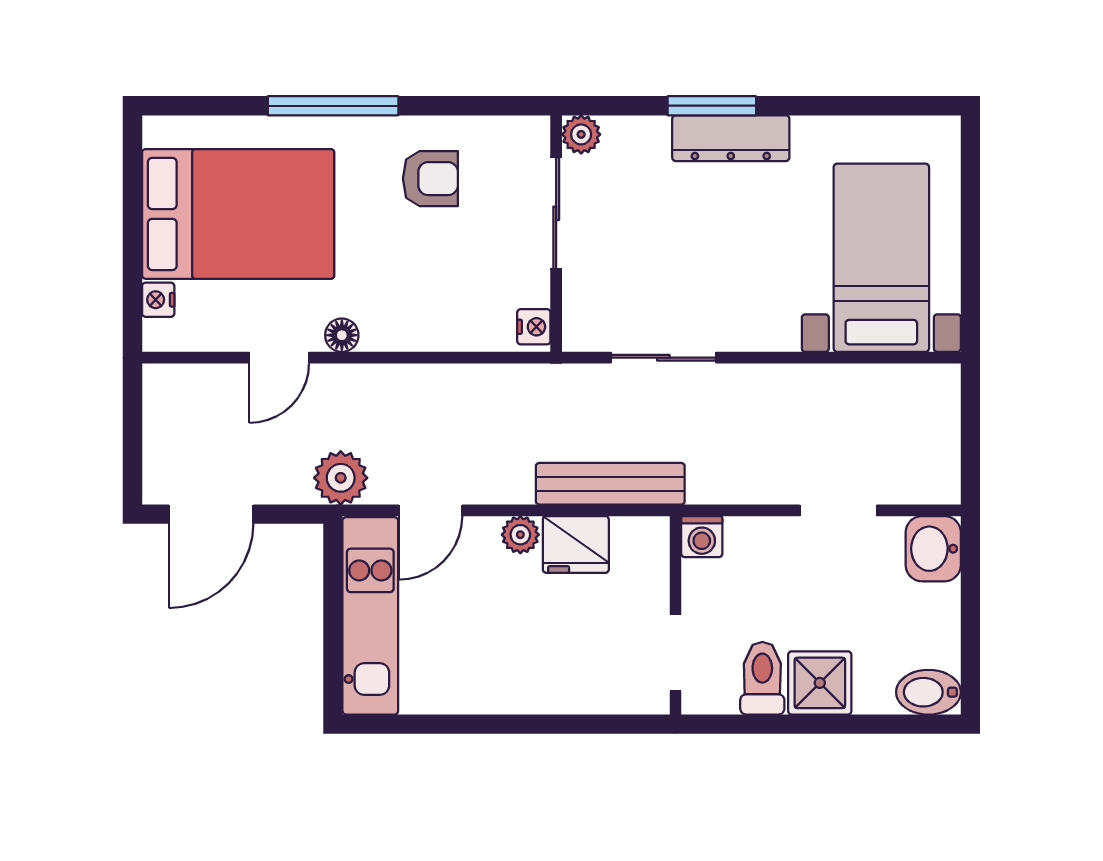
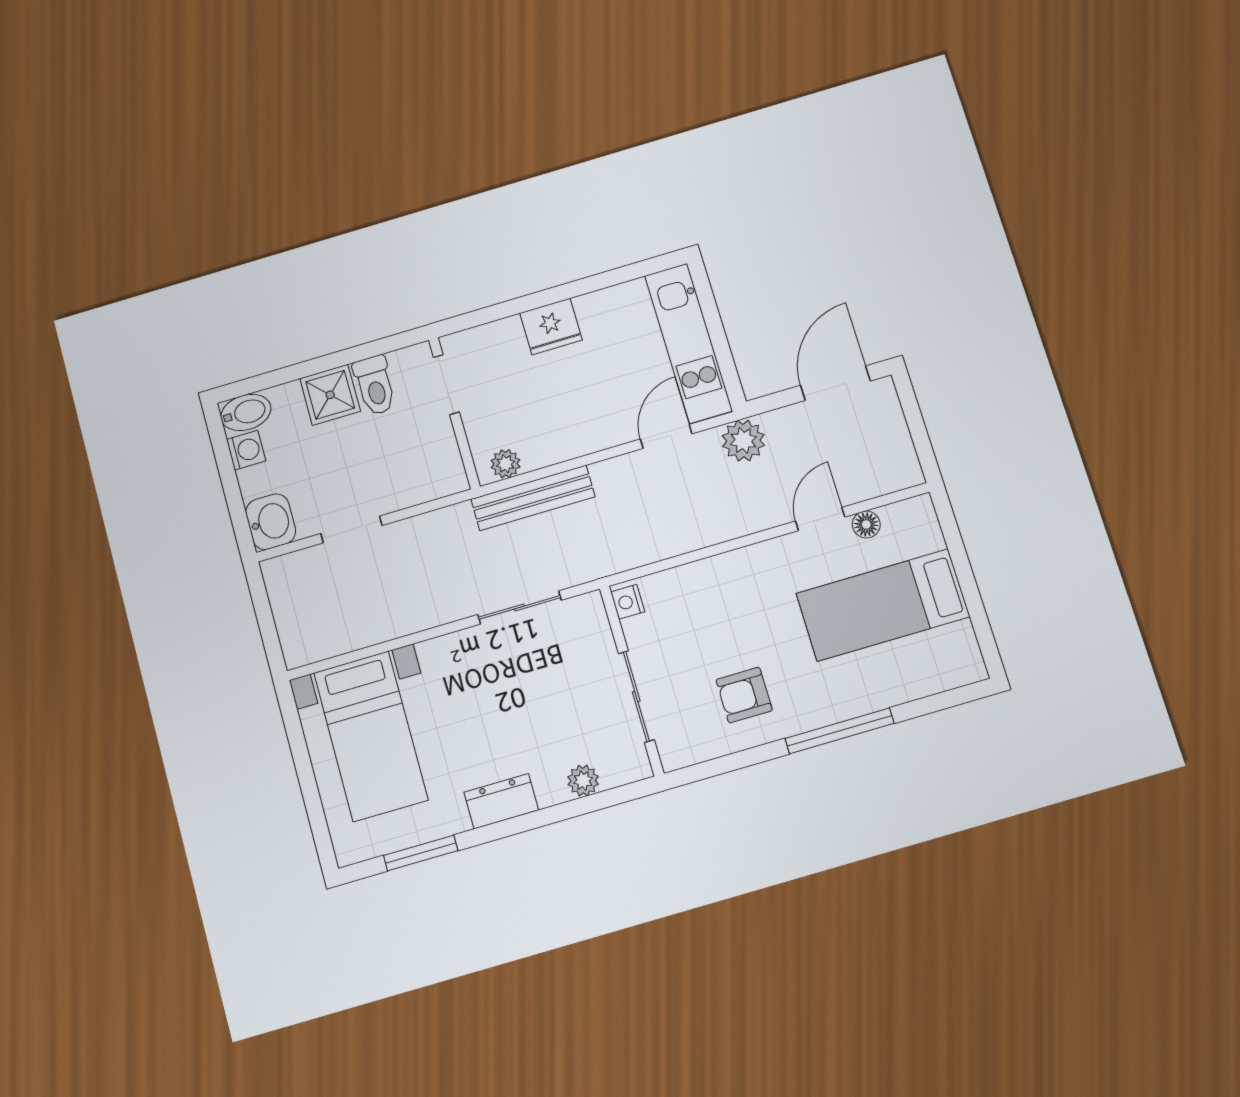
window: (712, 106) -> (421, 853), moved
plant: (581, 134) -> (583, 781), moved
dresser: (731, 138) -> (501, 801), width x0.70
bed: (238, 214) -> (883, 605), width x0.67
nightstand: (158, 300) -> (930, 536), removed
floor lamp: (342, 335) -> (866, 525), moved
plant: (520, 535) -> (506, 464), moved
washing machine: (702, 537) -> (246, 450), moved, turned 90
fridge: (576, 544) -> (551, 327), moved, turned 180

